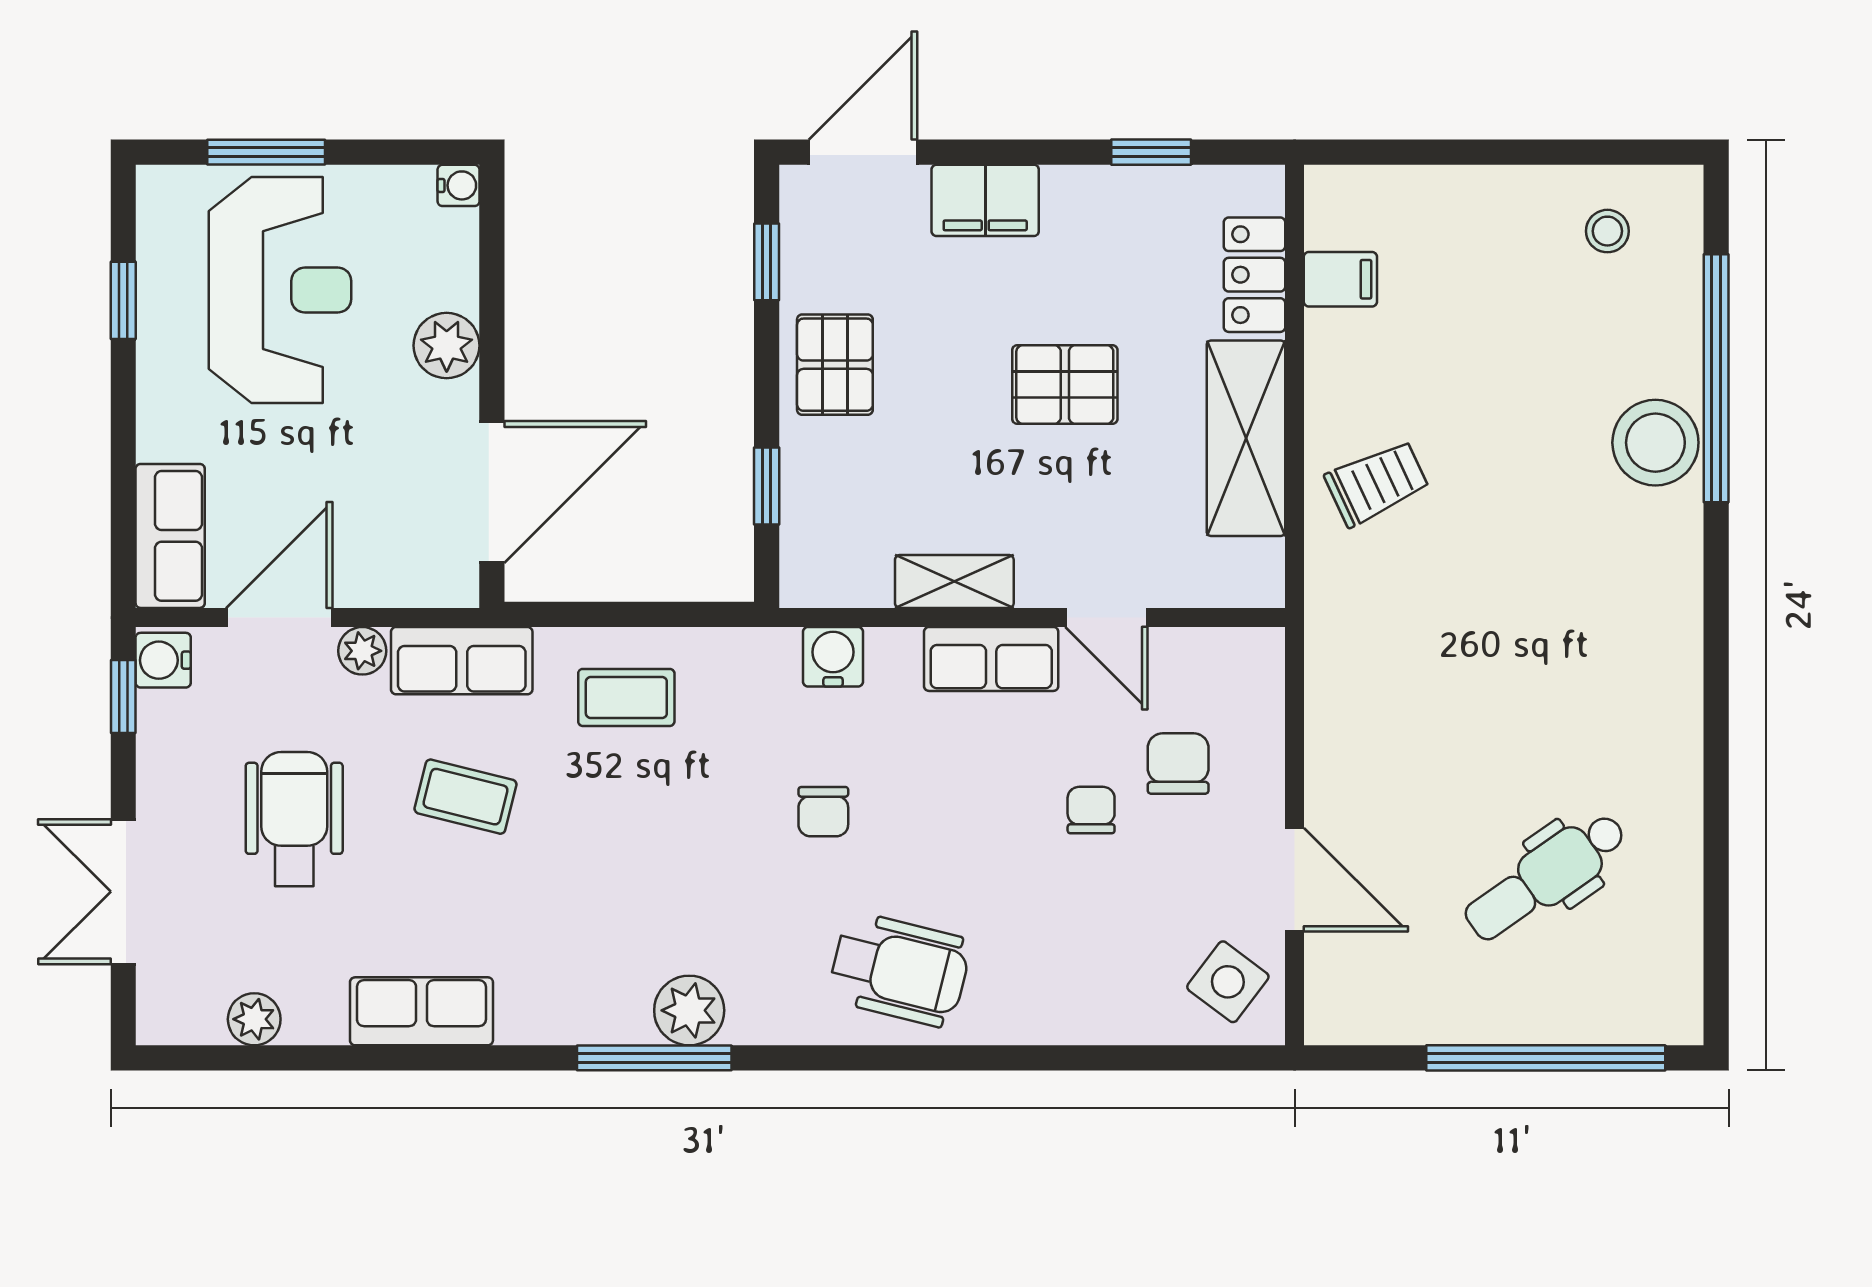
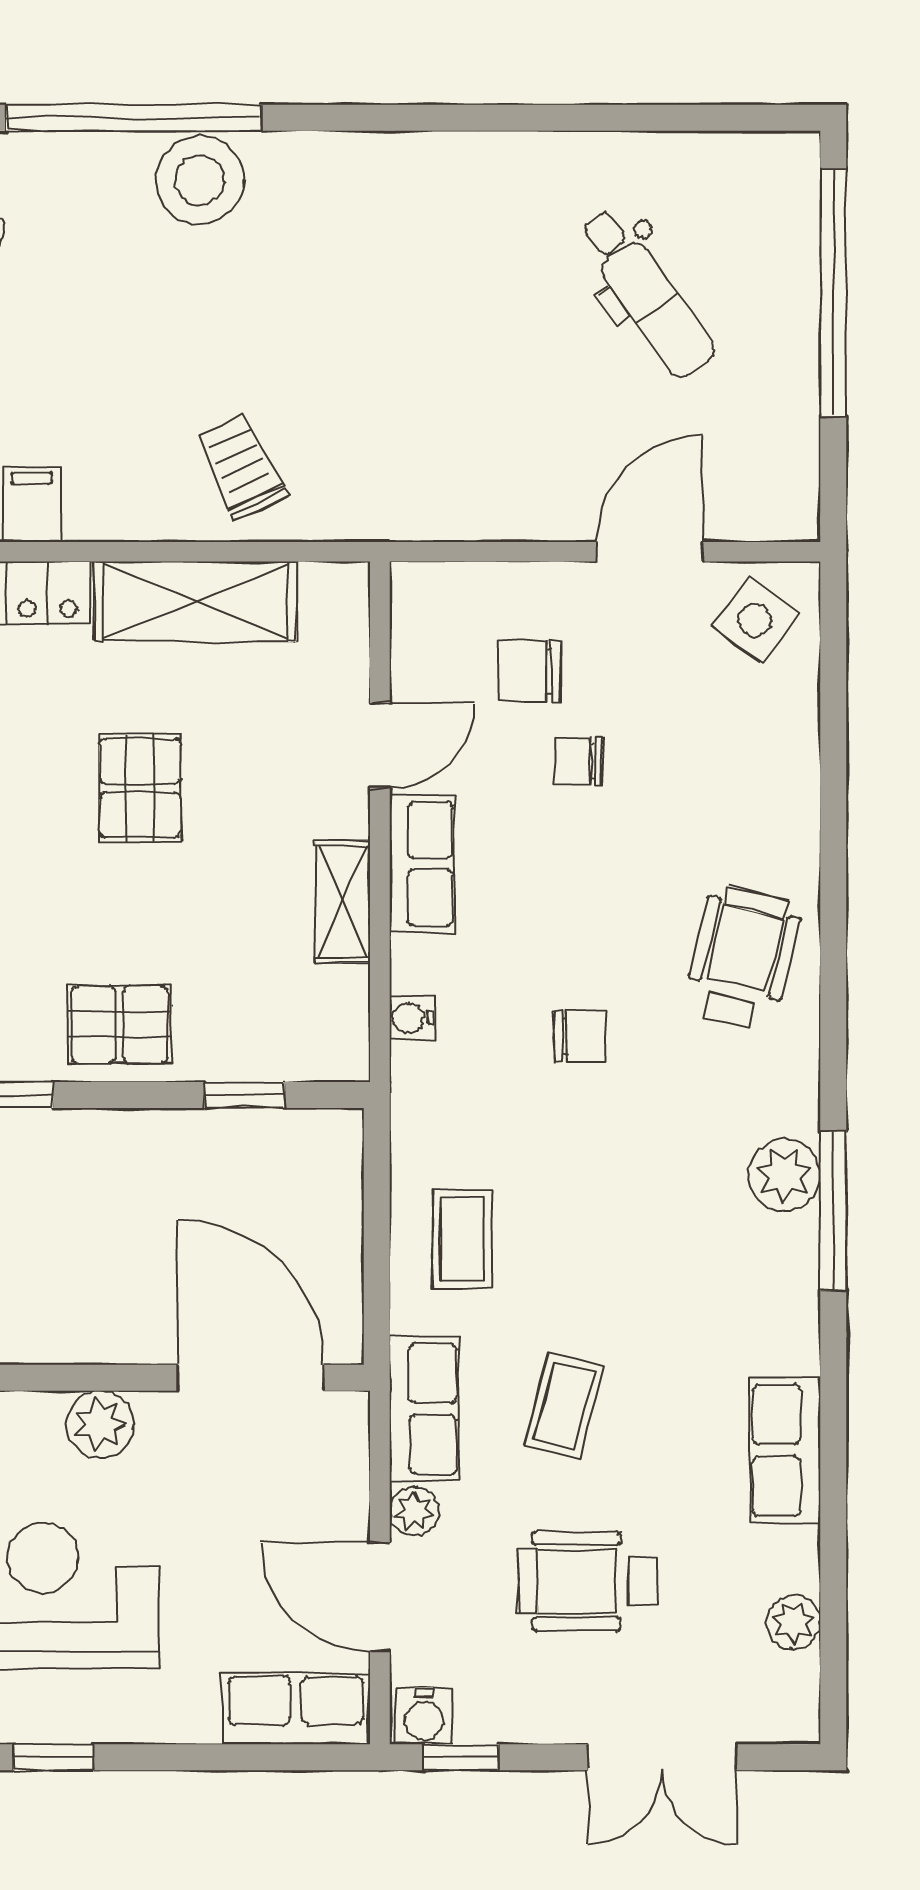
water cooler: (833, 657) -> (412, 1018), width x0.72, depth x0.72

